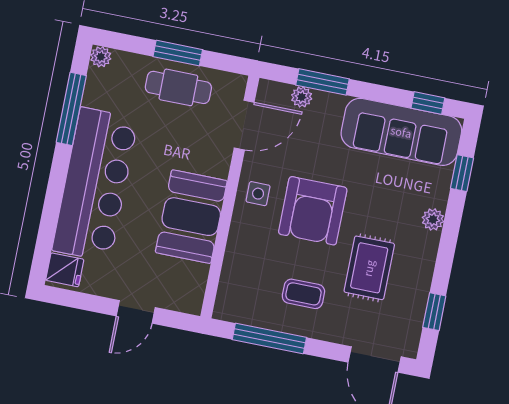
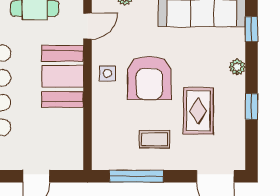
door: (244, 125) -> (88, 26), width x0.73
booth: (191, 217) -> (63, 76), moved
window: (434, 312) -> (251, 107), moved

